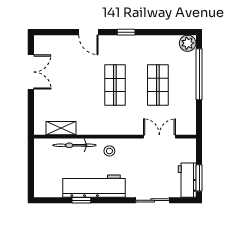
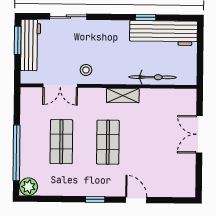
double door: (31, 72) -> (199, 134), moved
shelving: (61, 128) -> (123, 95), moved
stool: (109, 151) -> (86, 70), moved
workbench: (187, 180) -> (30, 45), width x1.38
workbench: (94, 186) -> (163, 33), moved

